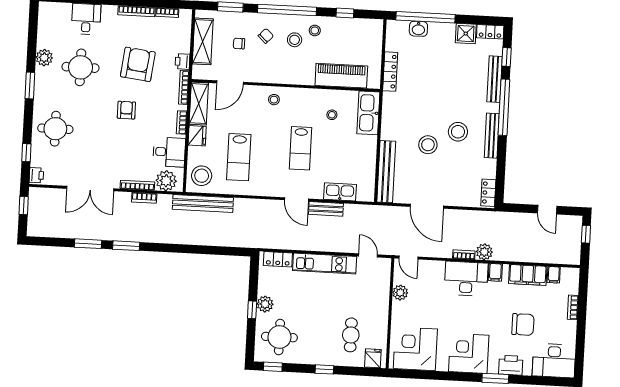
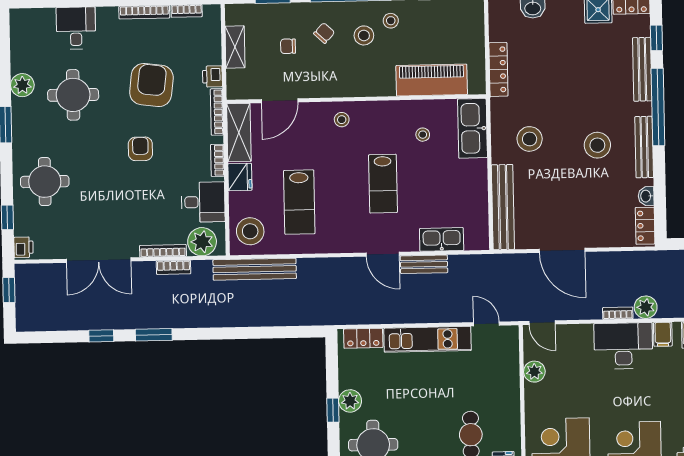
shelving: (203, 41) -> (235, 47), width x0.67, depth x0.75
stool: (428, 145) -> (530, 139), moved
washbasin: (491, 171) -> (646, 196), added
window: (88, 244) -> (101, 336), width x0.67

